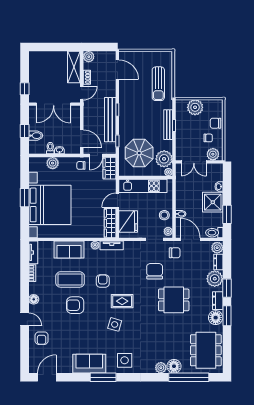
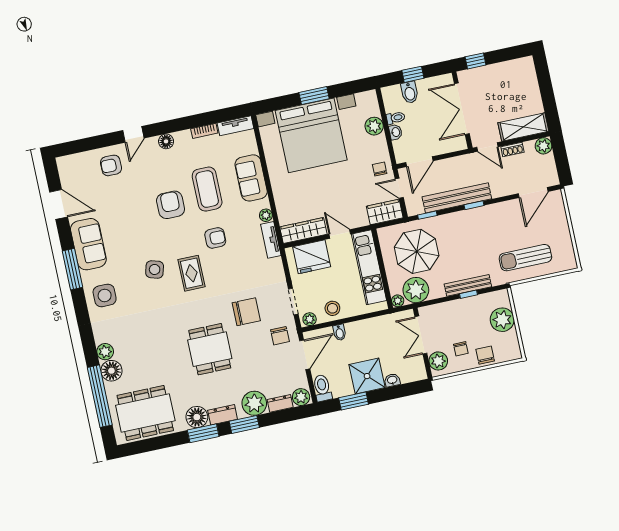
door: (47, 377) -> (59, 204), moved

